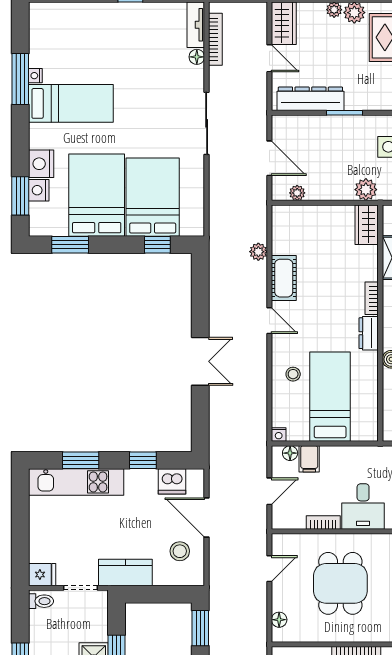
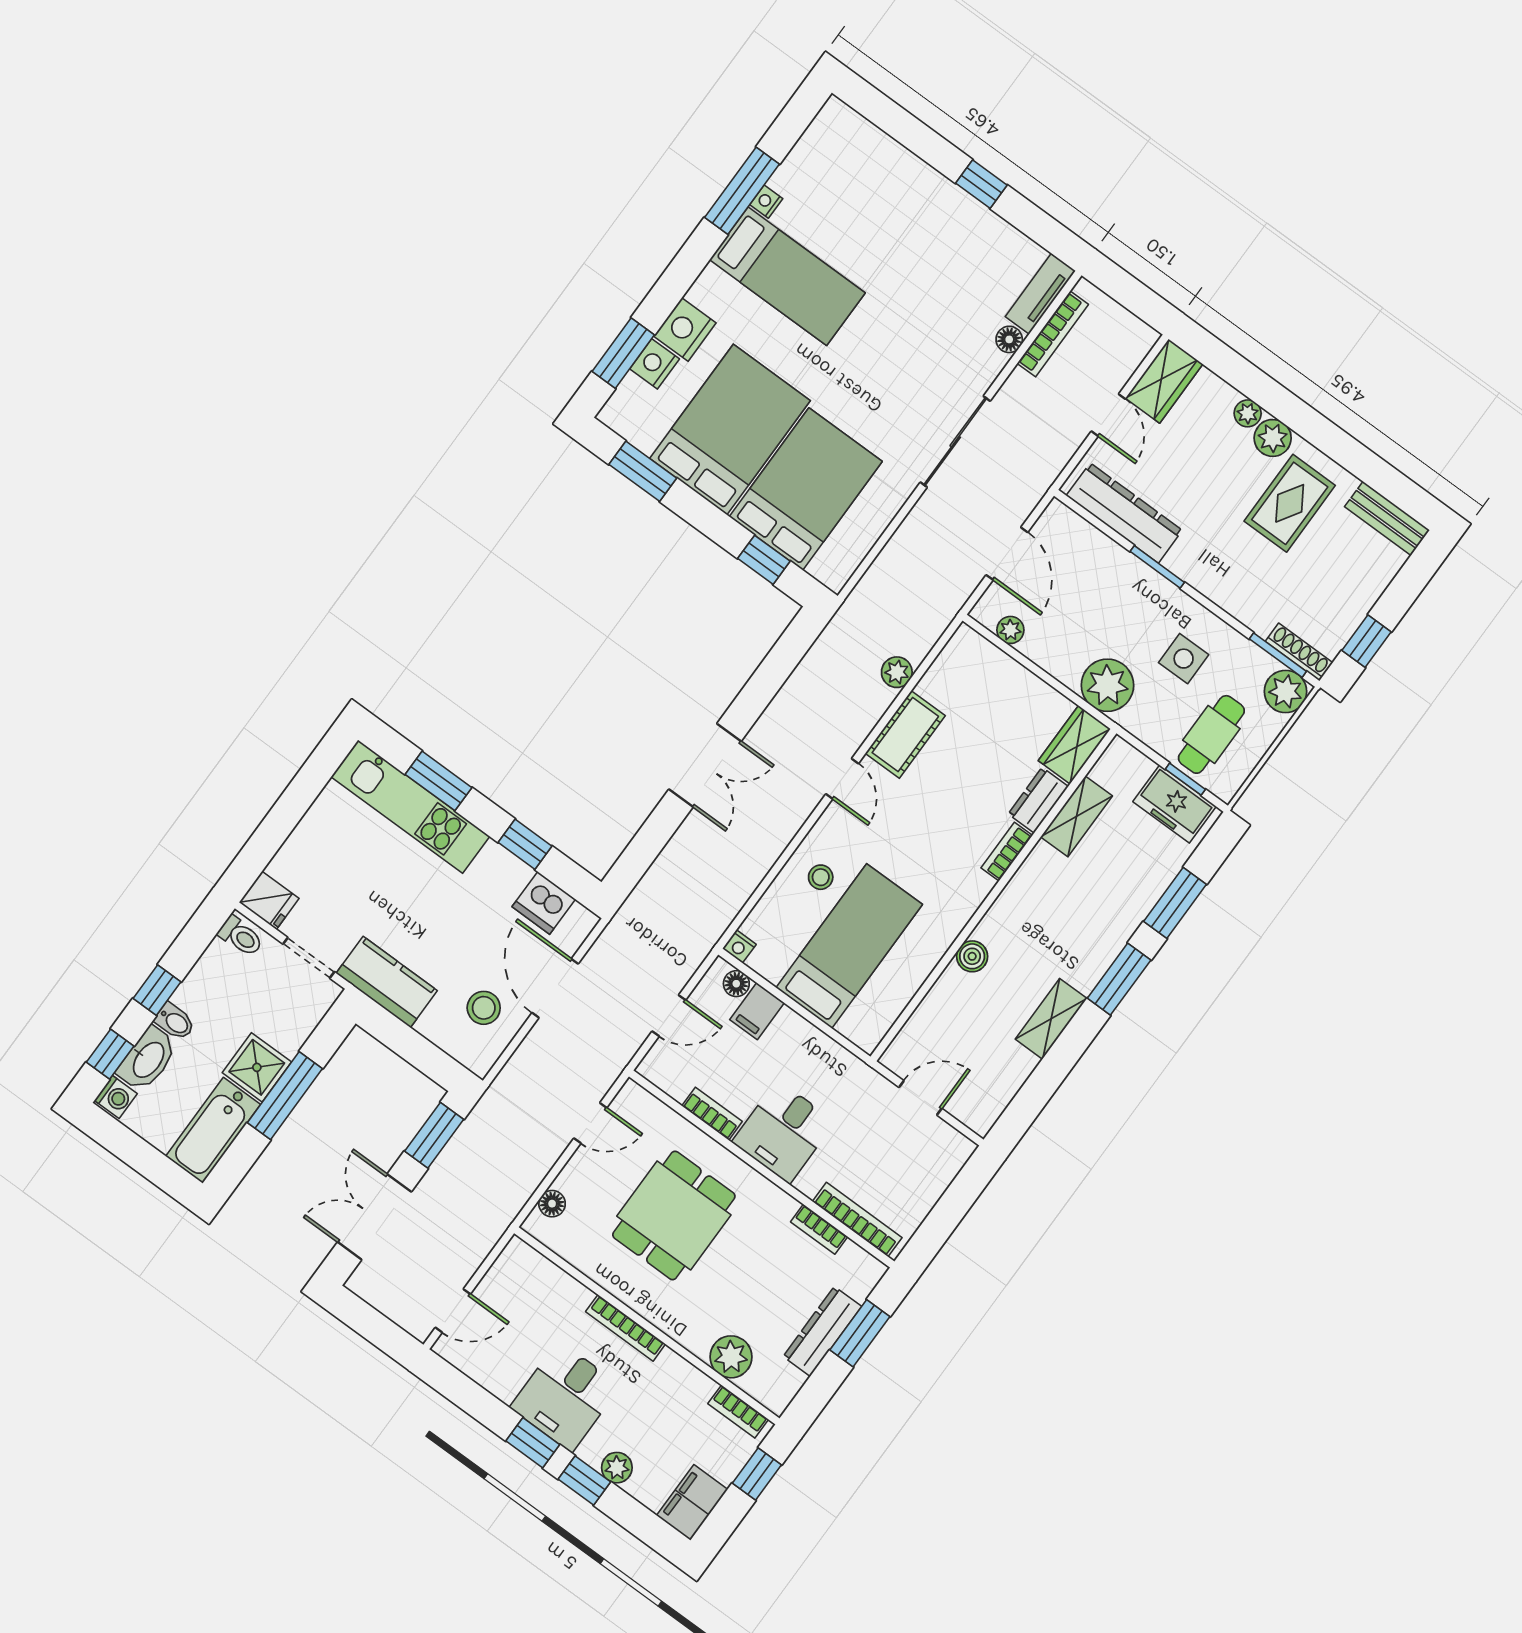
plant: (366, 190) -> (1107, 685), width x1.36, depth x1.36
dresser: (369, 333) -> (1038, 800), moved

